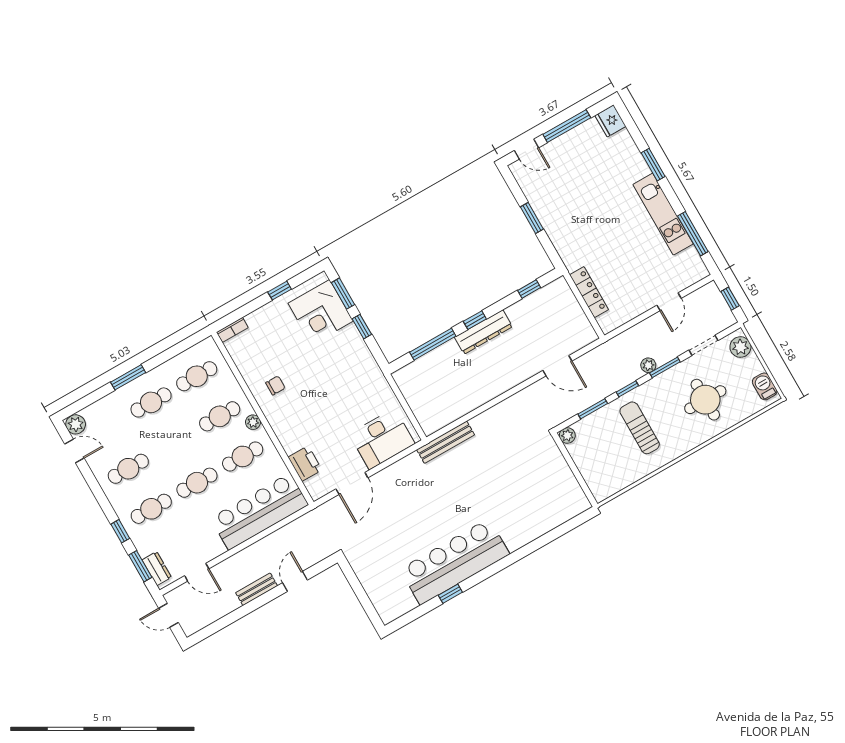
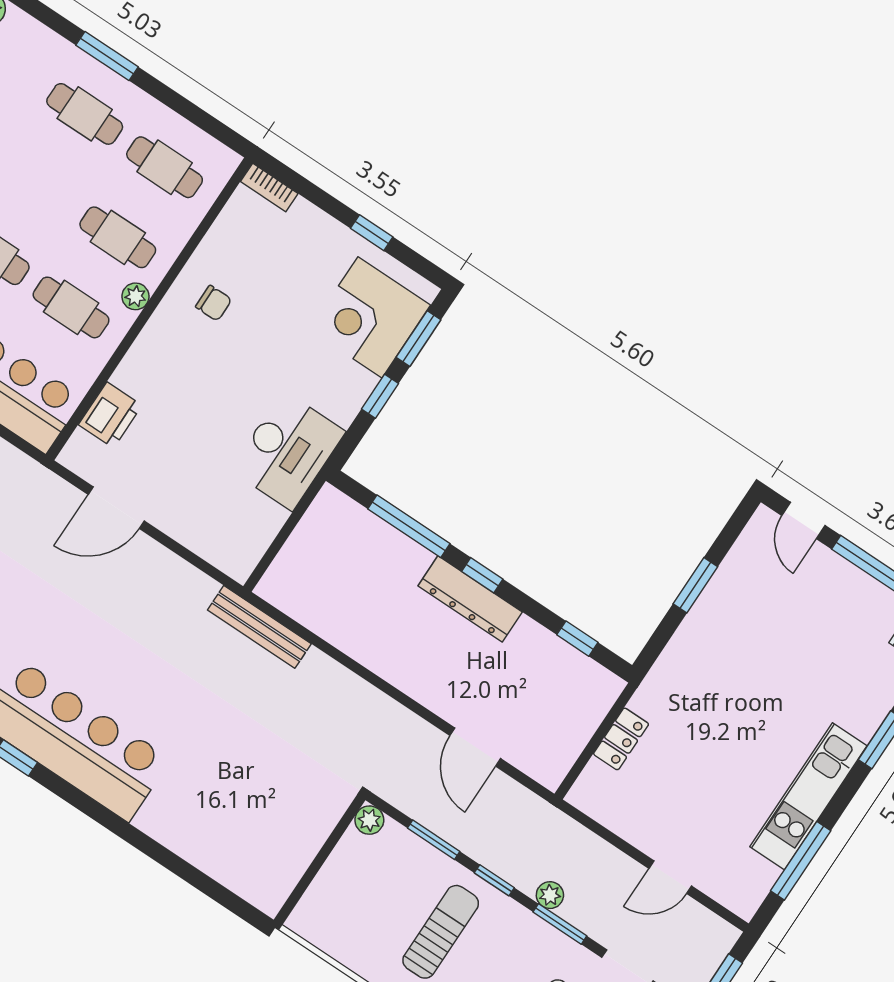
locker: (589, 292) -> (621, 739), width x0.66
desk: (382, 439) -> (288, 451), moved, turned -90

